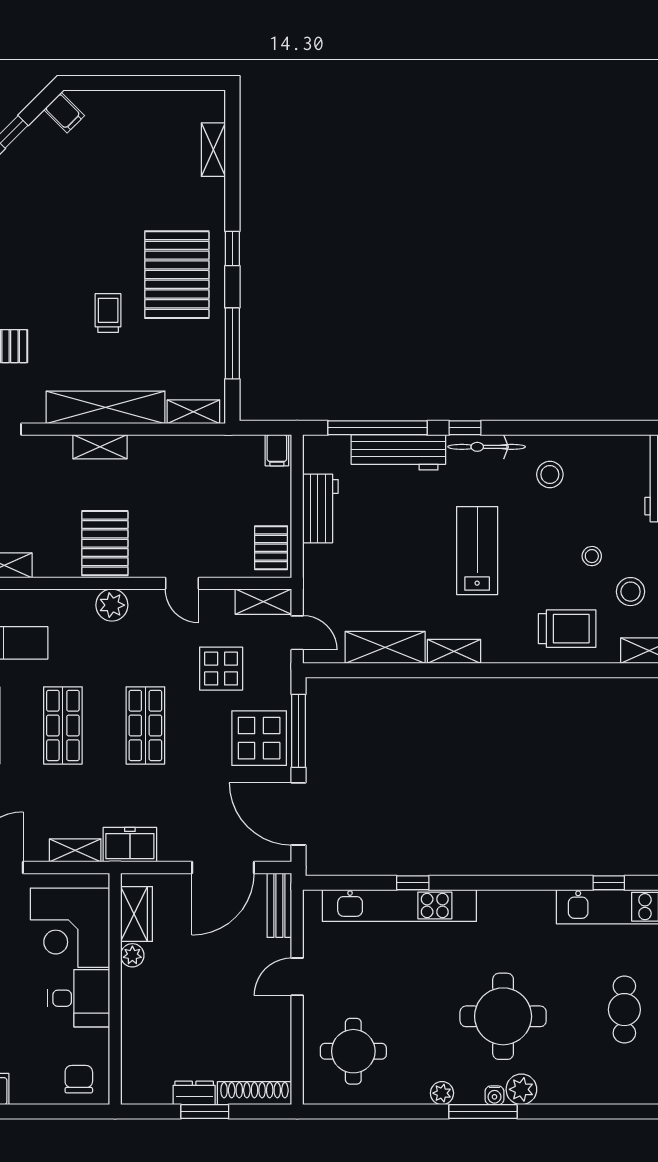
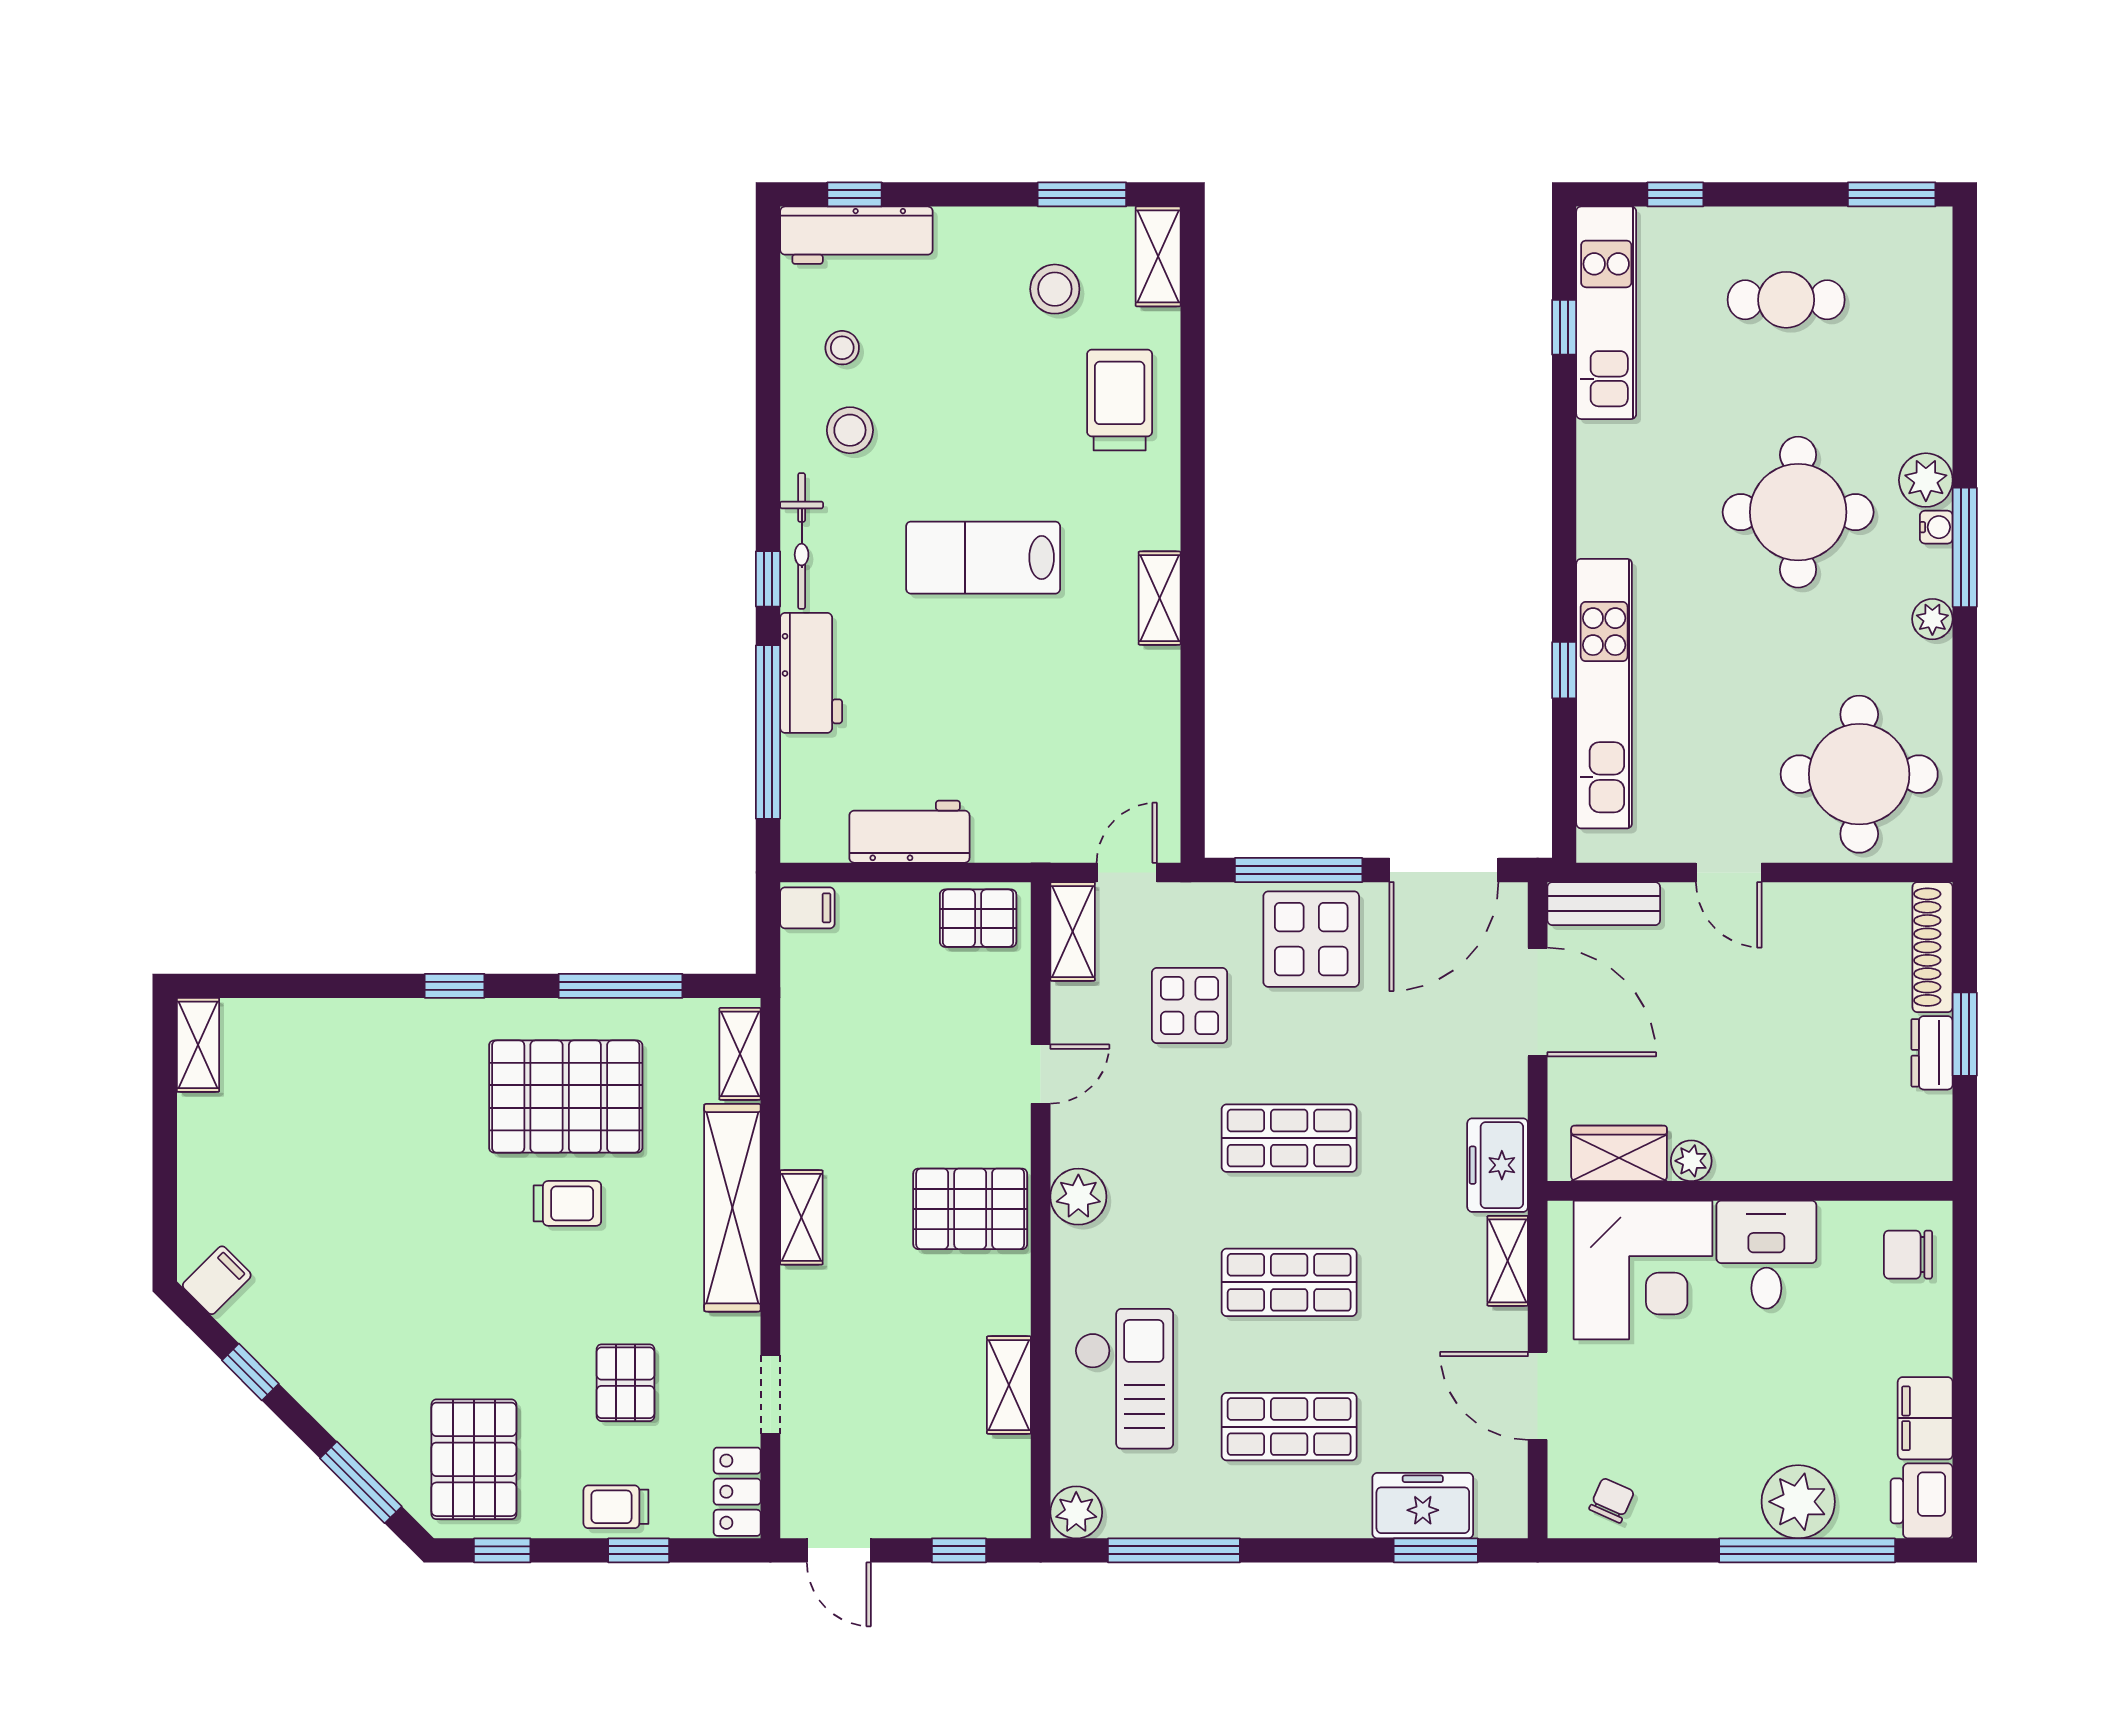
shelving: (213, 150) -> (198, 1045), moved, turned 90
pallet: (177, 275) -> (566, 1097), moved
trolley: (108, 313) -> (567, 1203), turned 180
workbench: (398, 452) -> (811, 673), width x0.73
stool: (592, 556) -> (842, 348), moved
shelving: (385, 647) -> (1153, 719), removed
round table: (353, 1051) -> (1859, 774), width x1.36, depth x1.36

